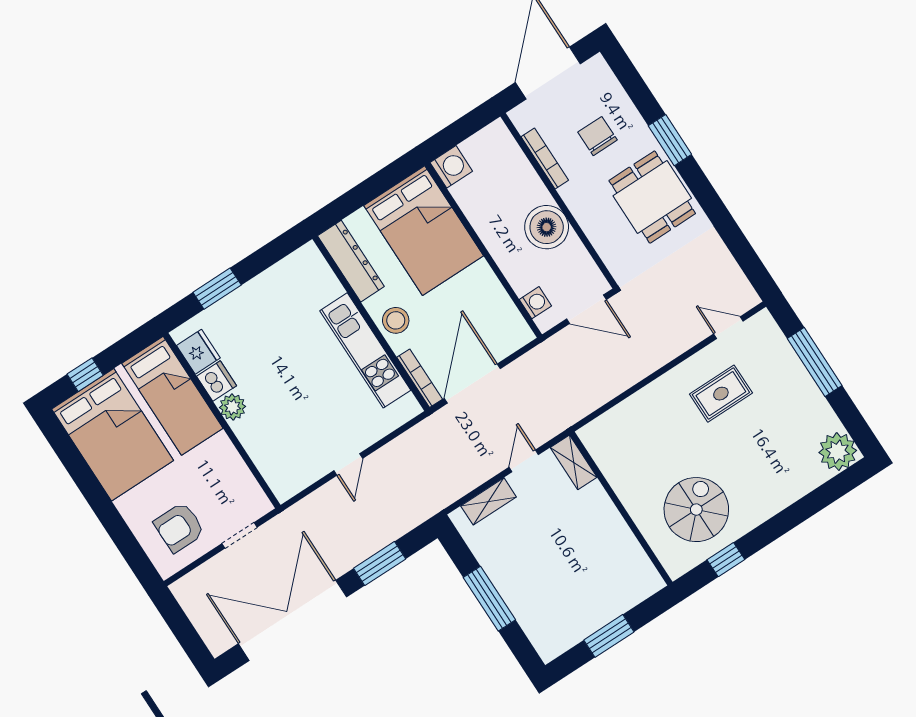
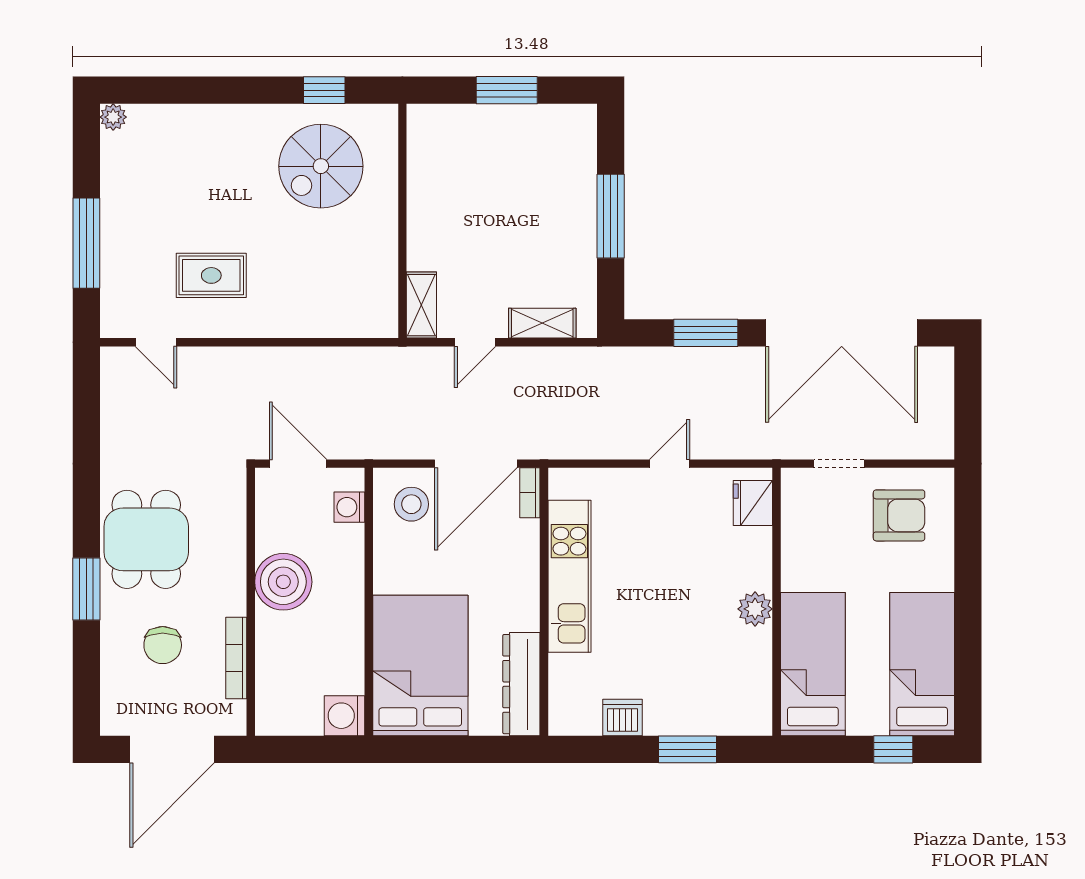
stool: (396, 320) -> (411, 504), moved
fridge: (198, 352) -> (753, 503), moved
bookcase: (420, 378) -> (530, 493), width x0.64
dishwasher: (217, 381) -> (623, 717), moved, turned 90
bed: (113, 435) -> (922, 664), width x0.67
plant: (838, 452) -> (113, 117), width x0.53, depth x0.53

